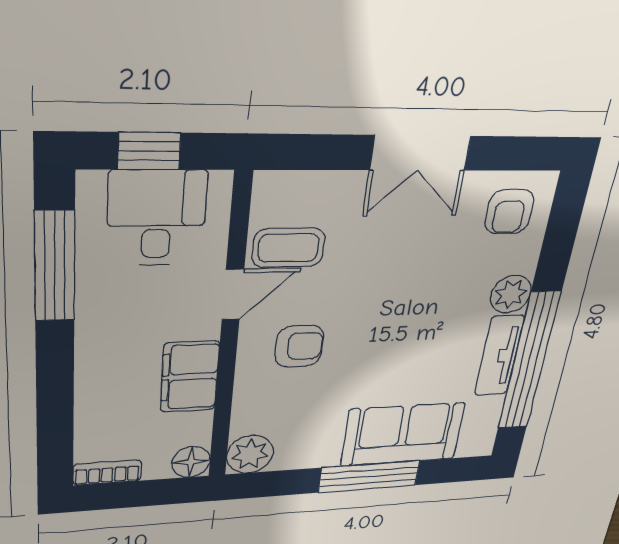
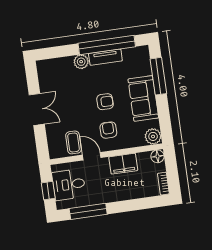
armchair: (509, 212) -> (105, 102), moved
sofa: (403, 434) -> (143, 98), moved
window: (369, 477) -> (158, 76), moved

